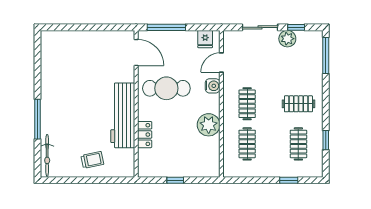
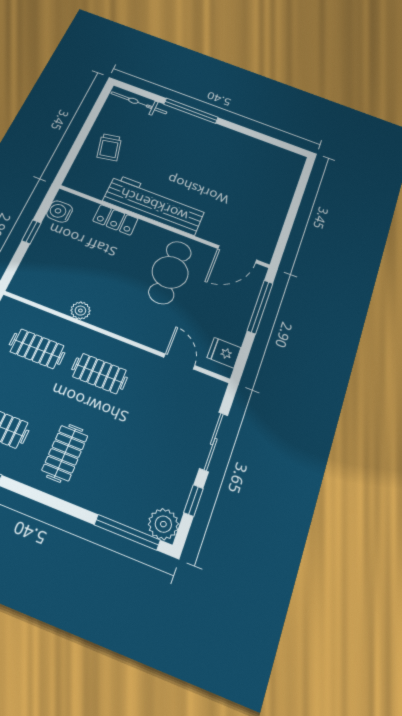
plant: (287, 39) -> (163, 524), moved
water cooler: (213, 86) -> (60, 211), moved, turned 90
plant: (209, 125) -> (80, 311), width x0.53, depth x0.53

